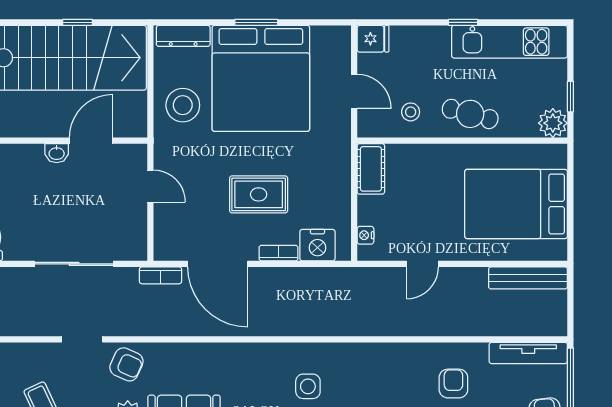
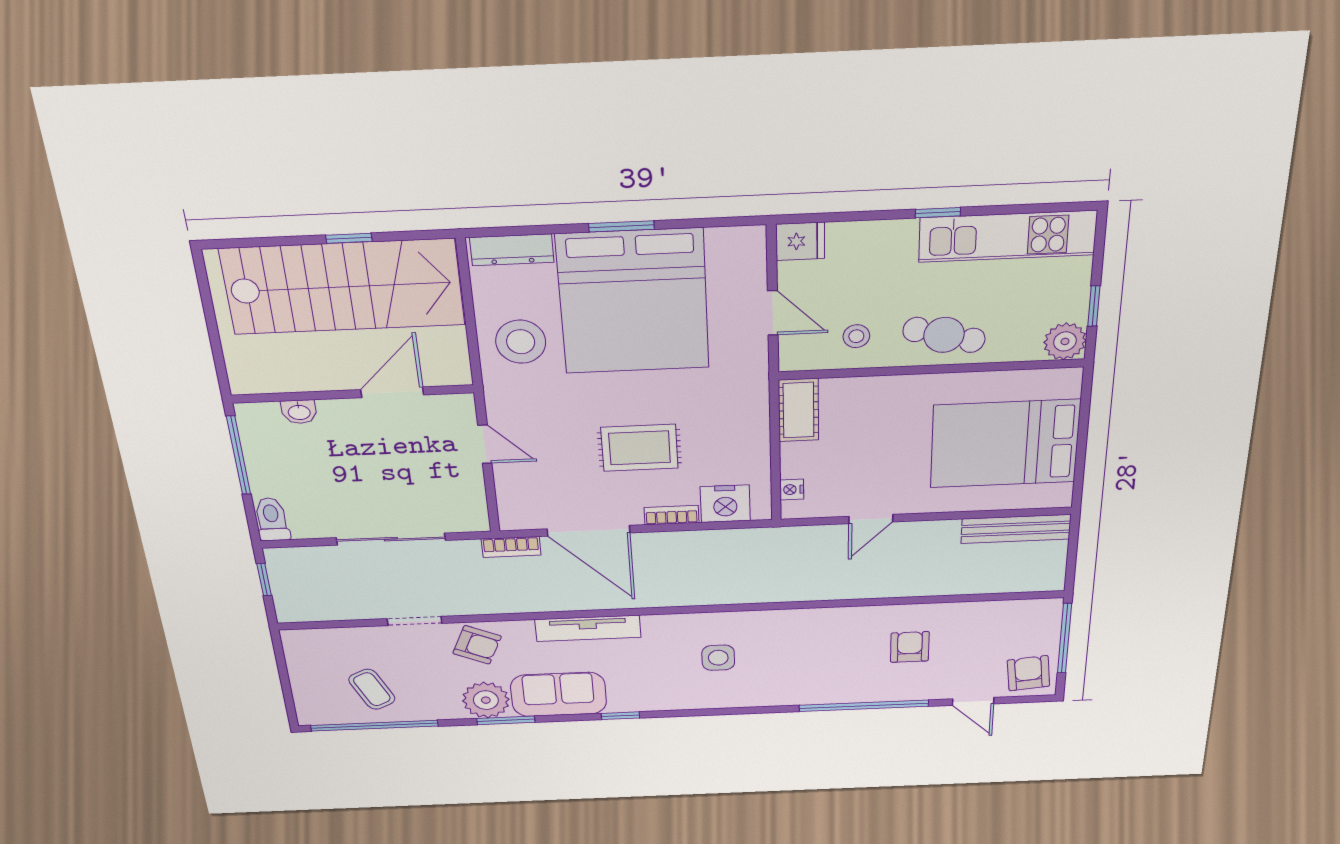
washbasin: (57, 153) -> (299, 412), moved
tv unit: (528, 353) -> (588, 628), moved

